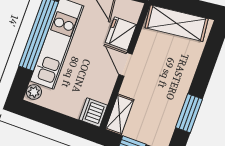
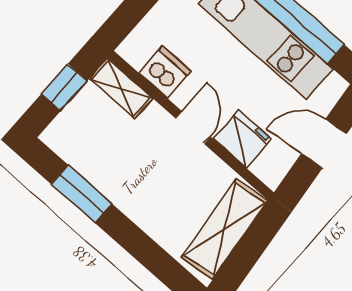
door: (126, 64) -> (193, 127), hinge flipped
dishwasher: (93, 112) -> (165, 72), moved

